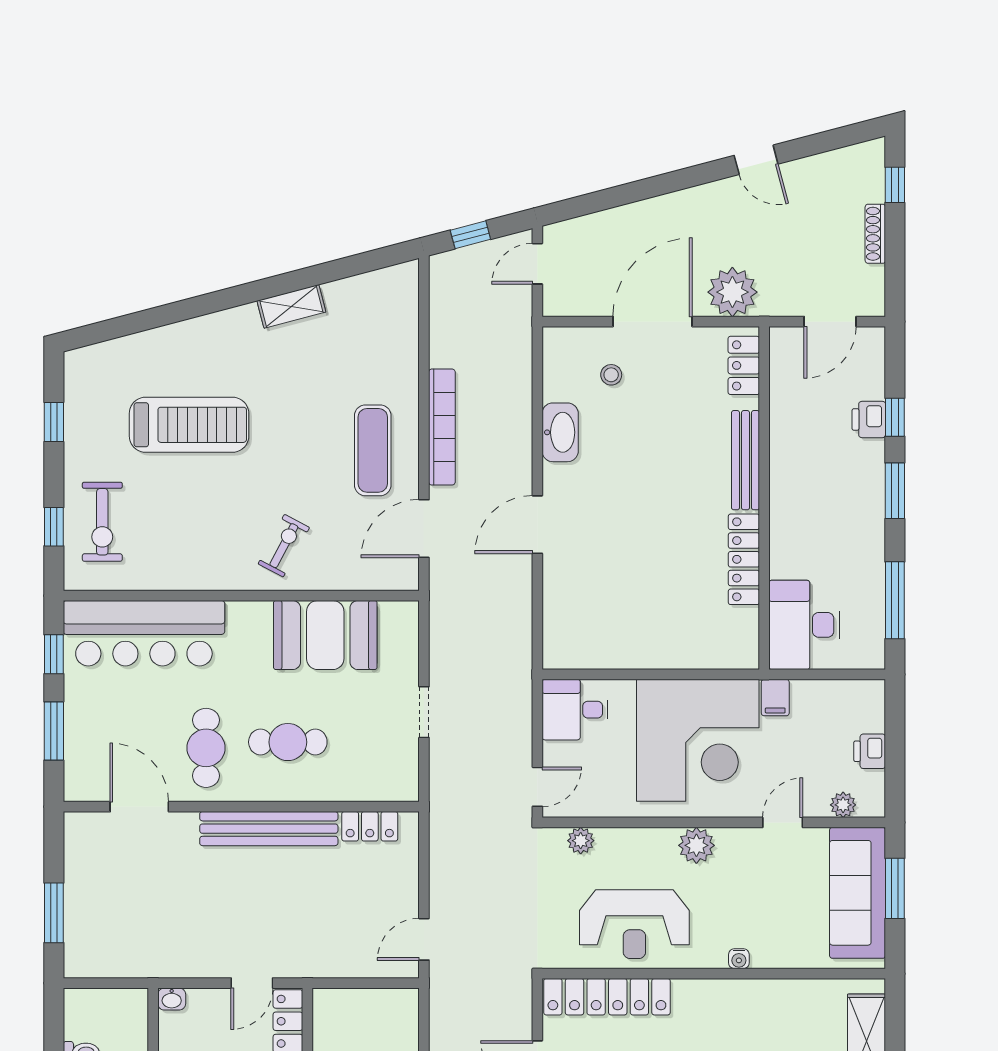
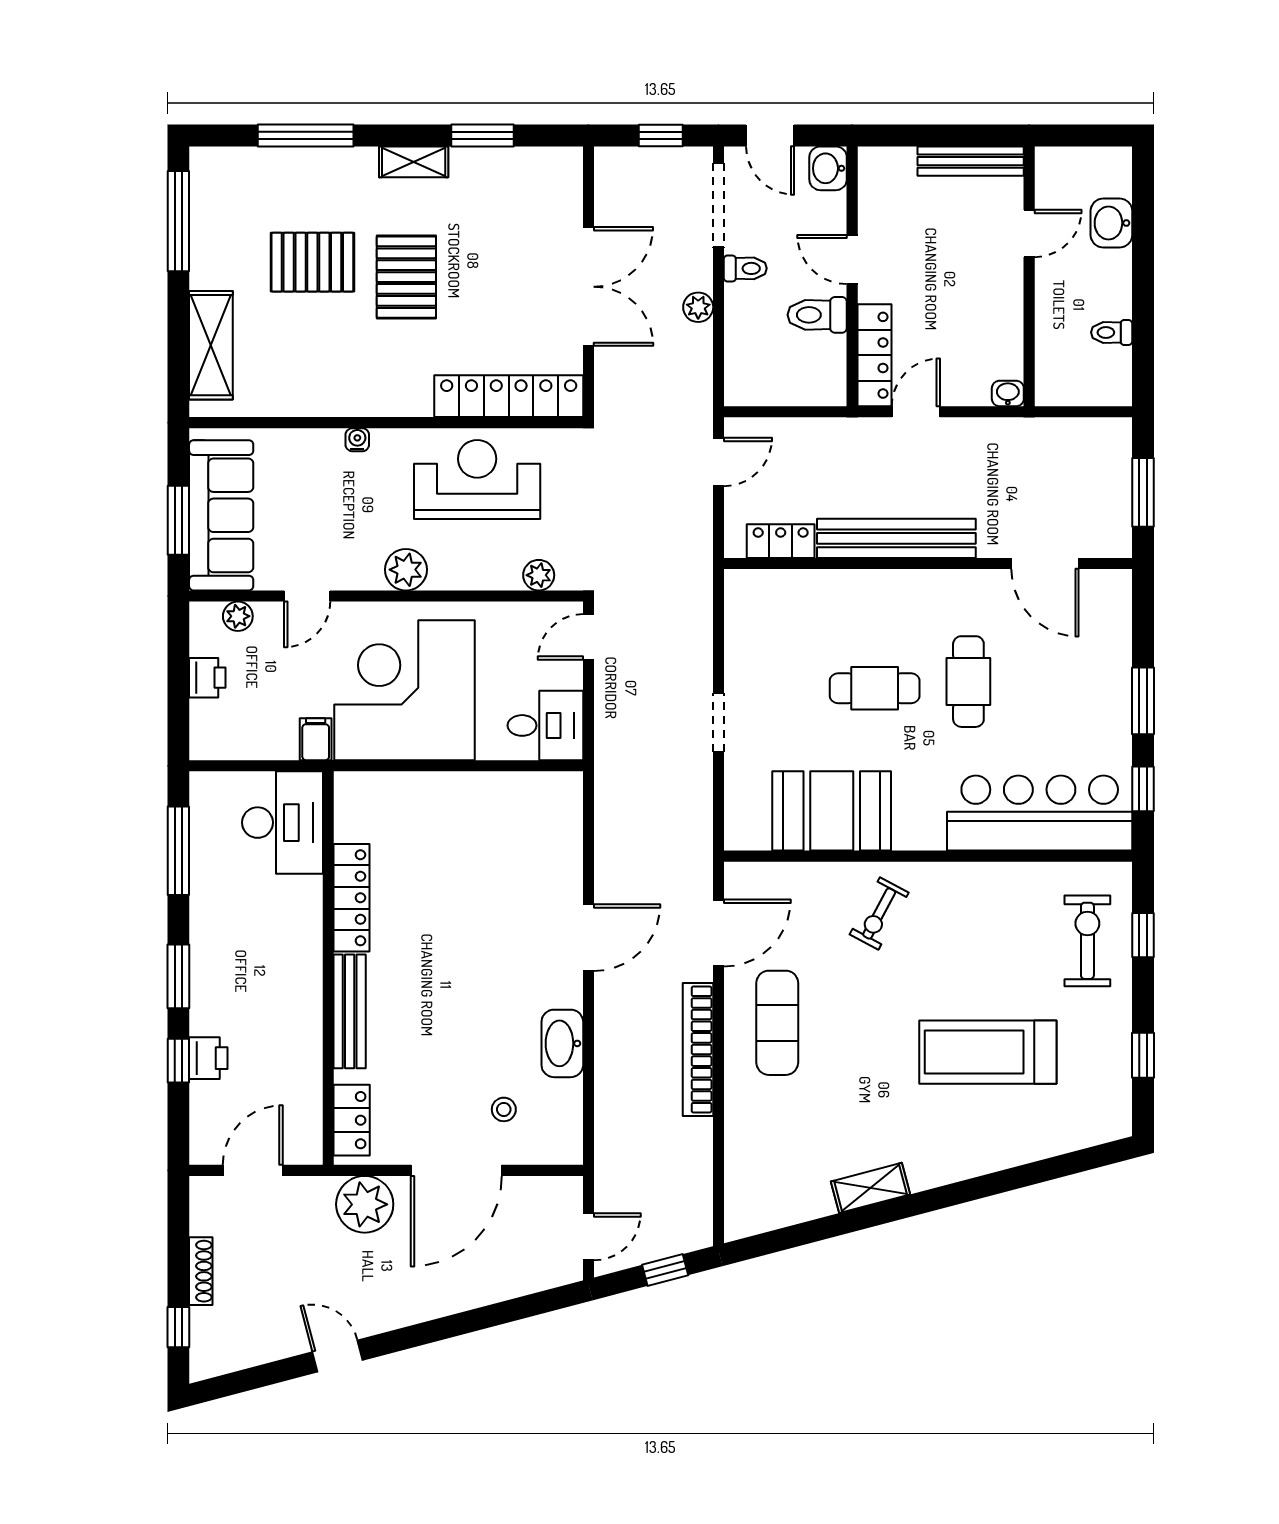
door: (139, 807) -> (1045, 564), moved
wall: (241, 807) -> (928, 564), moved
locker: (370, 826) -> (781, 541), moved
bench: (269, 829) -> (896, 538), moved

